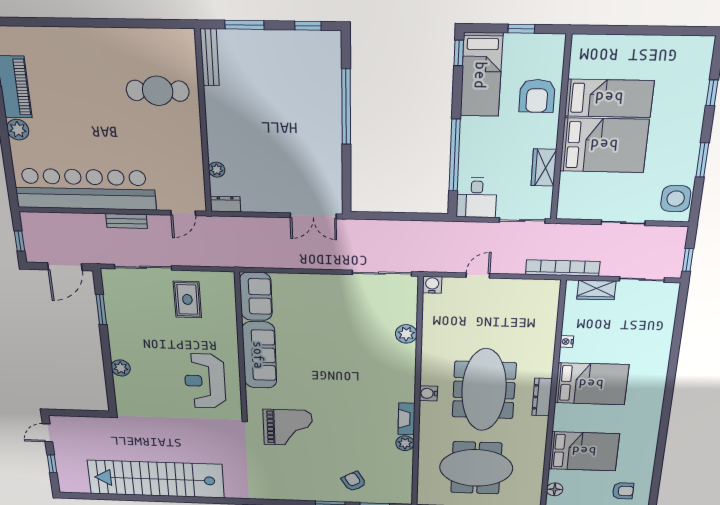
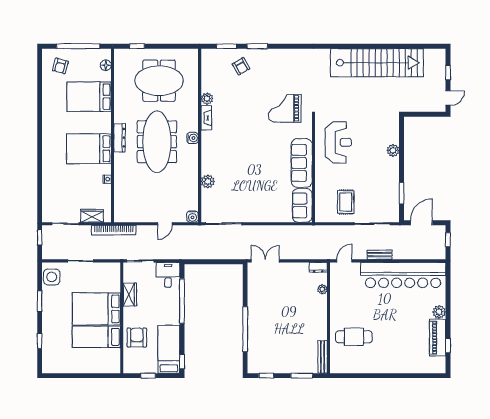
armchair: (623, 491) -> (60, 66), turned -75

